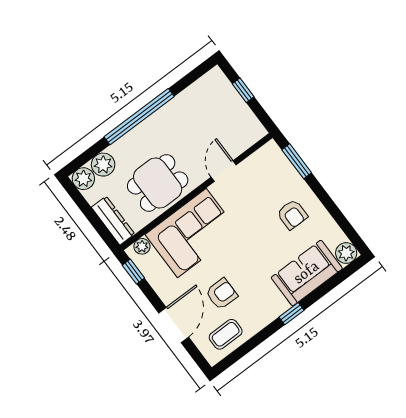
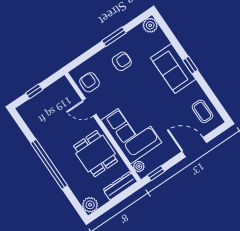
window: (297, 161) -> (114, 37), moved
plant: (103, 165) -> (81, 191), removed
sofa: (307, 273) -> (173, 69), moved
armchair: (222, 294) -> (90, 82), moved

